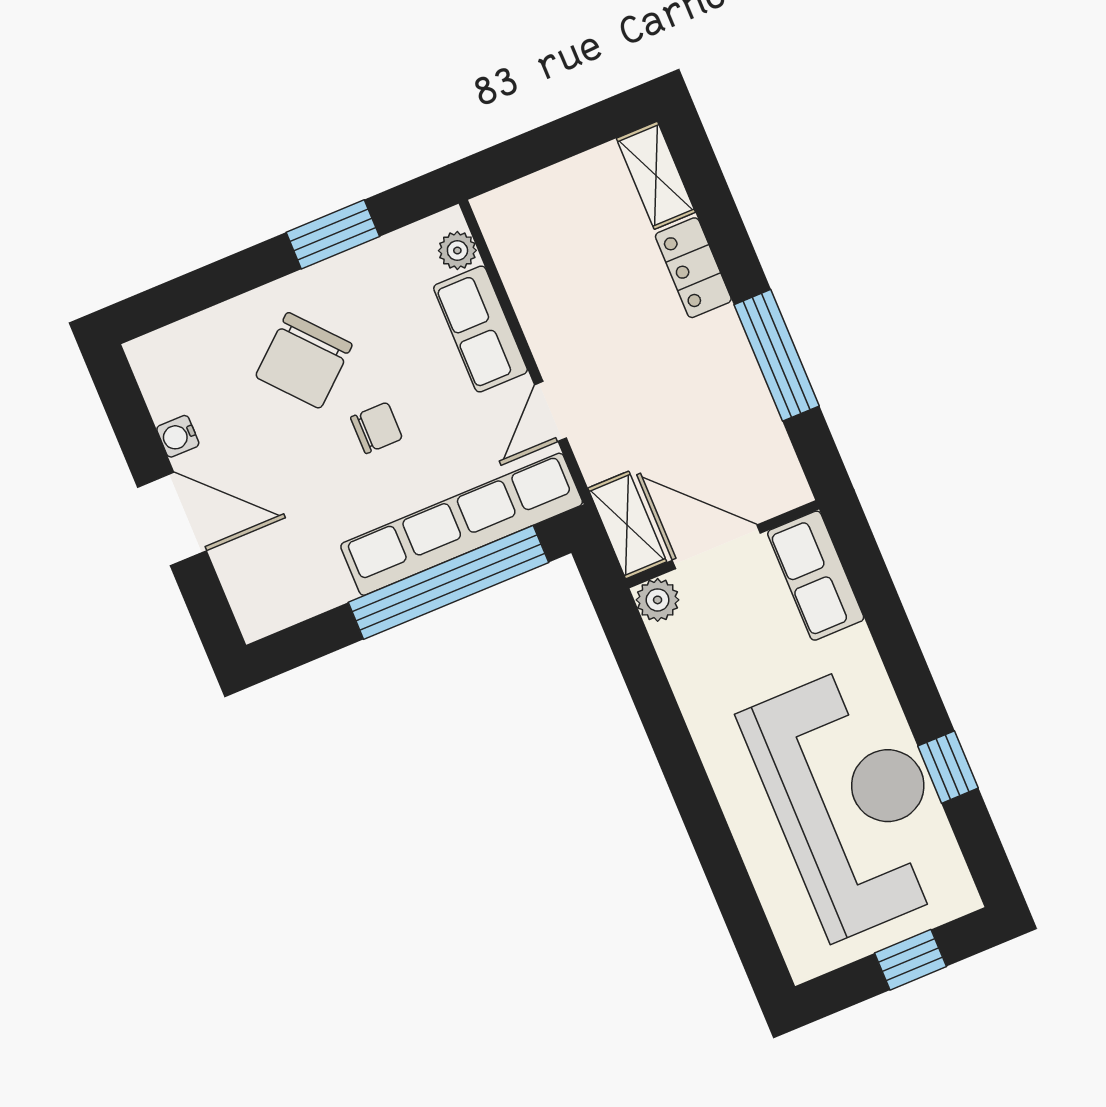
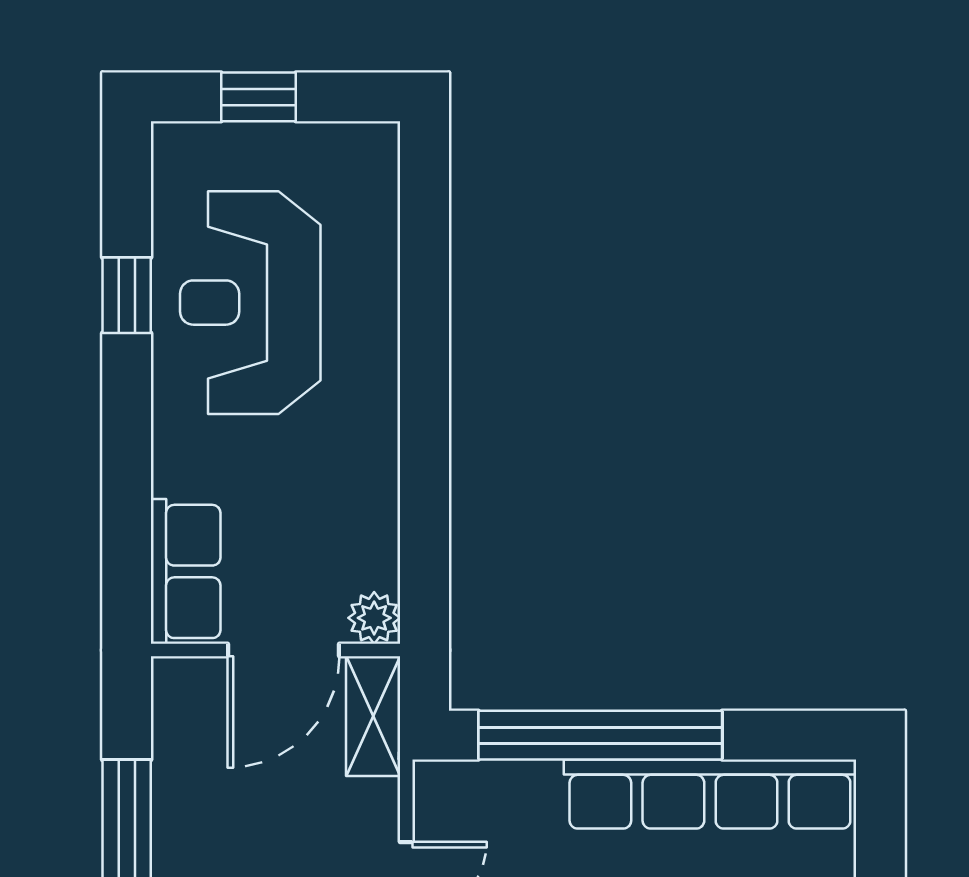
row of seats: (462, 524) -> (710, 794), moved
door: (716, 547) -> (284, 650), hinge flipped
reception desk: (852, 801) -> (250, 303), width x0.74, depth x0.77

